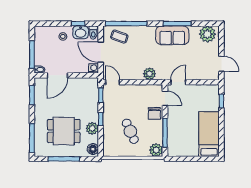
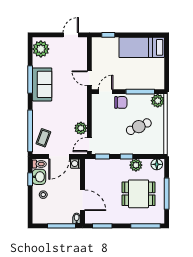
plant: (149, 74) -> (81, 128), moved
dining table: (64, 131) -> (139, 194), turned 90

